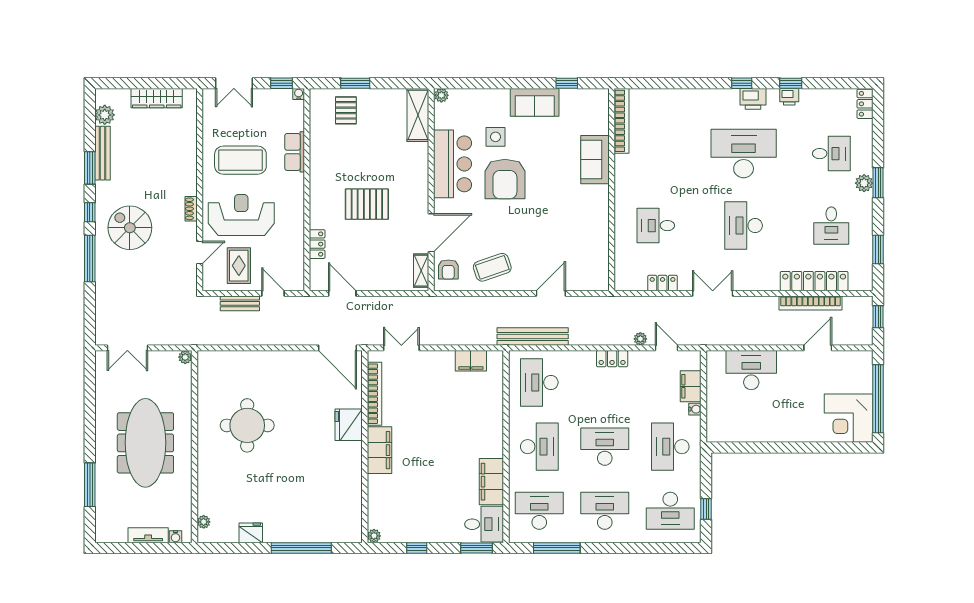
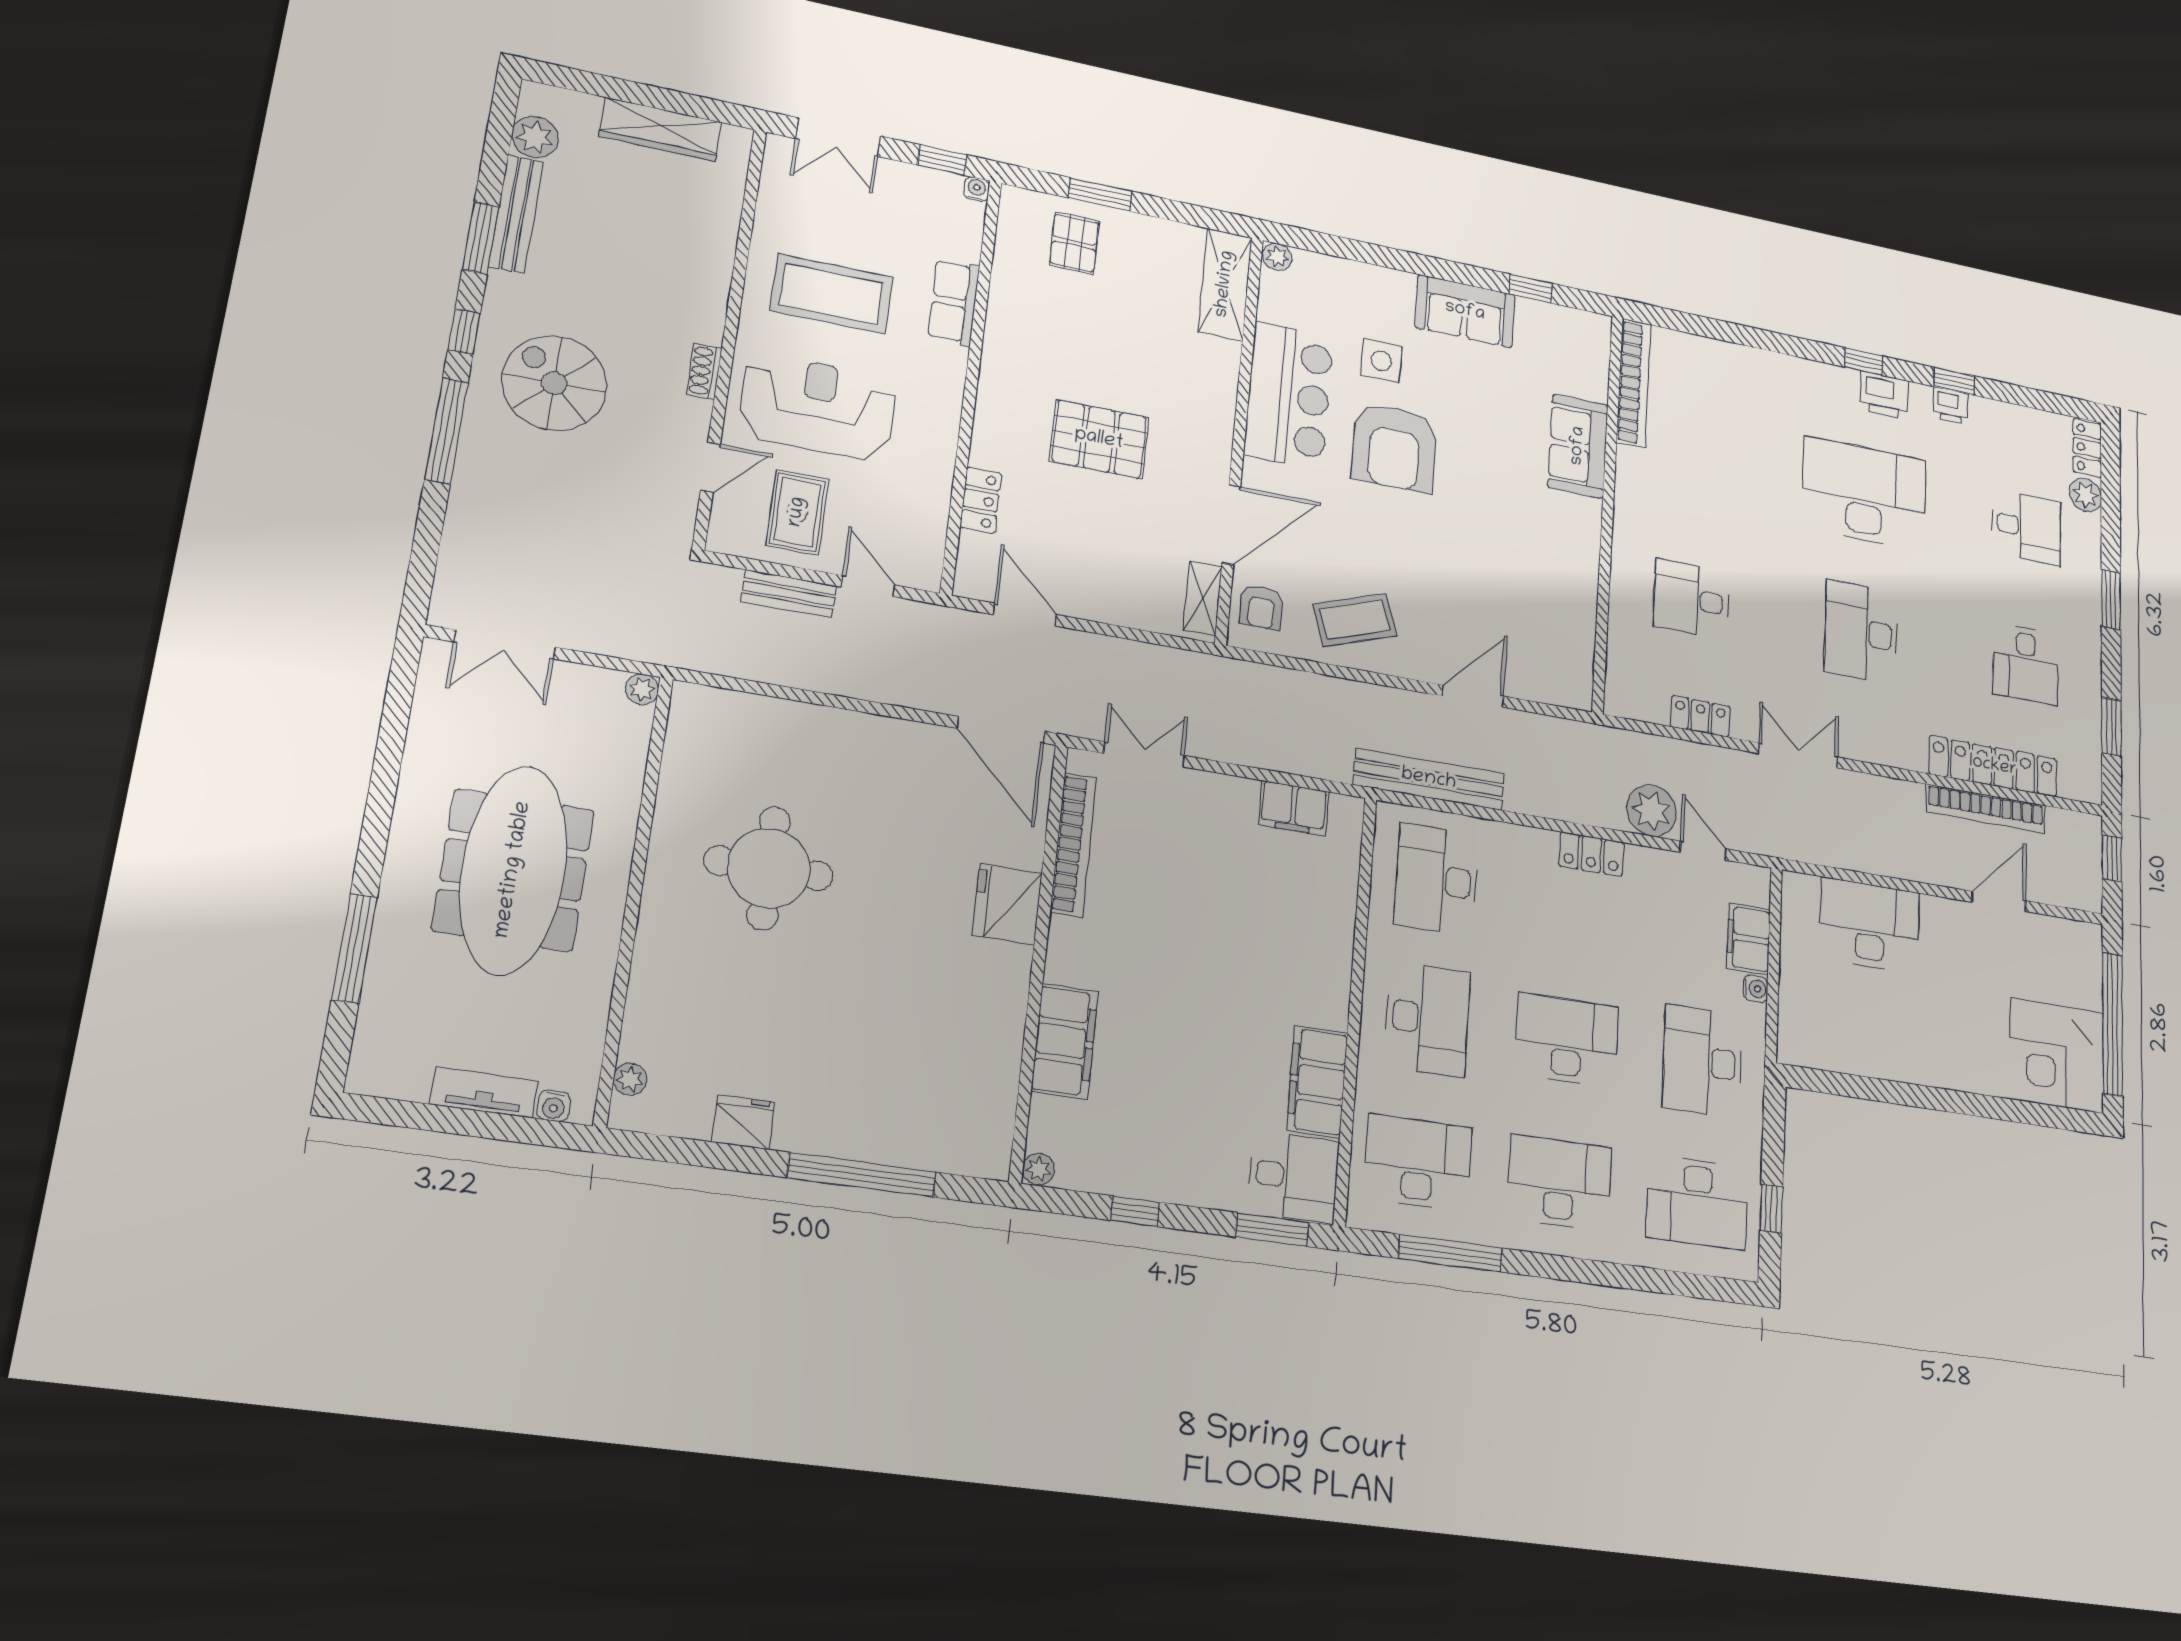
plant: (864, 183) -> (2086, 495), moved
plant: (640, 339) -> (1651, 811), width x1.87, depth x1.87
filing cabinet: (379, 450) -> (1065, 1041), moved

